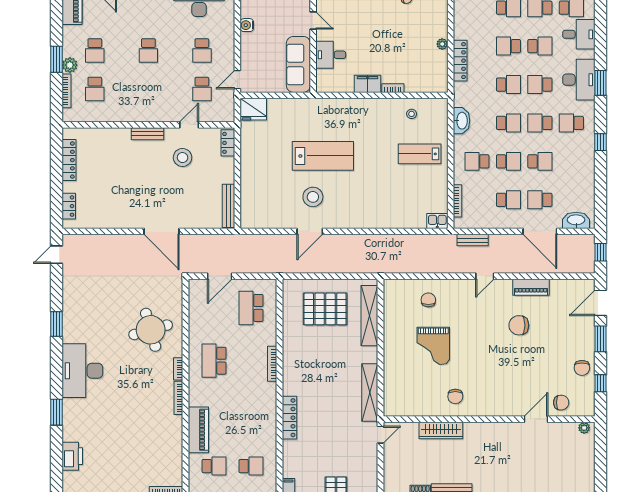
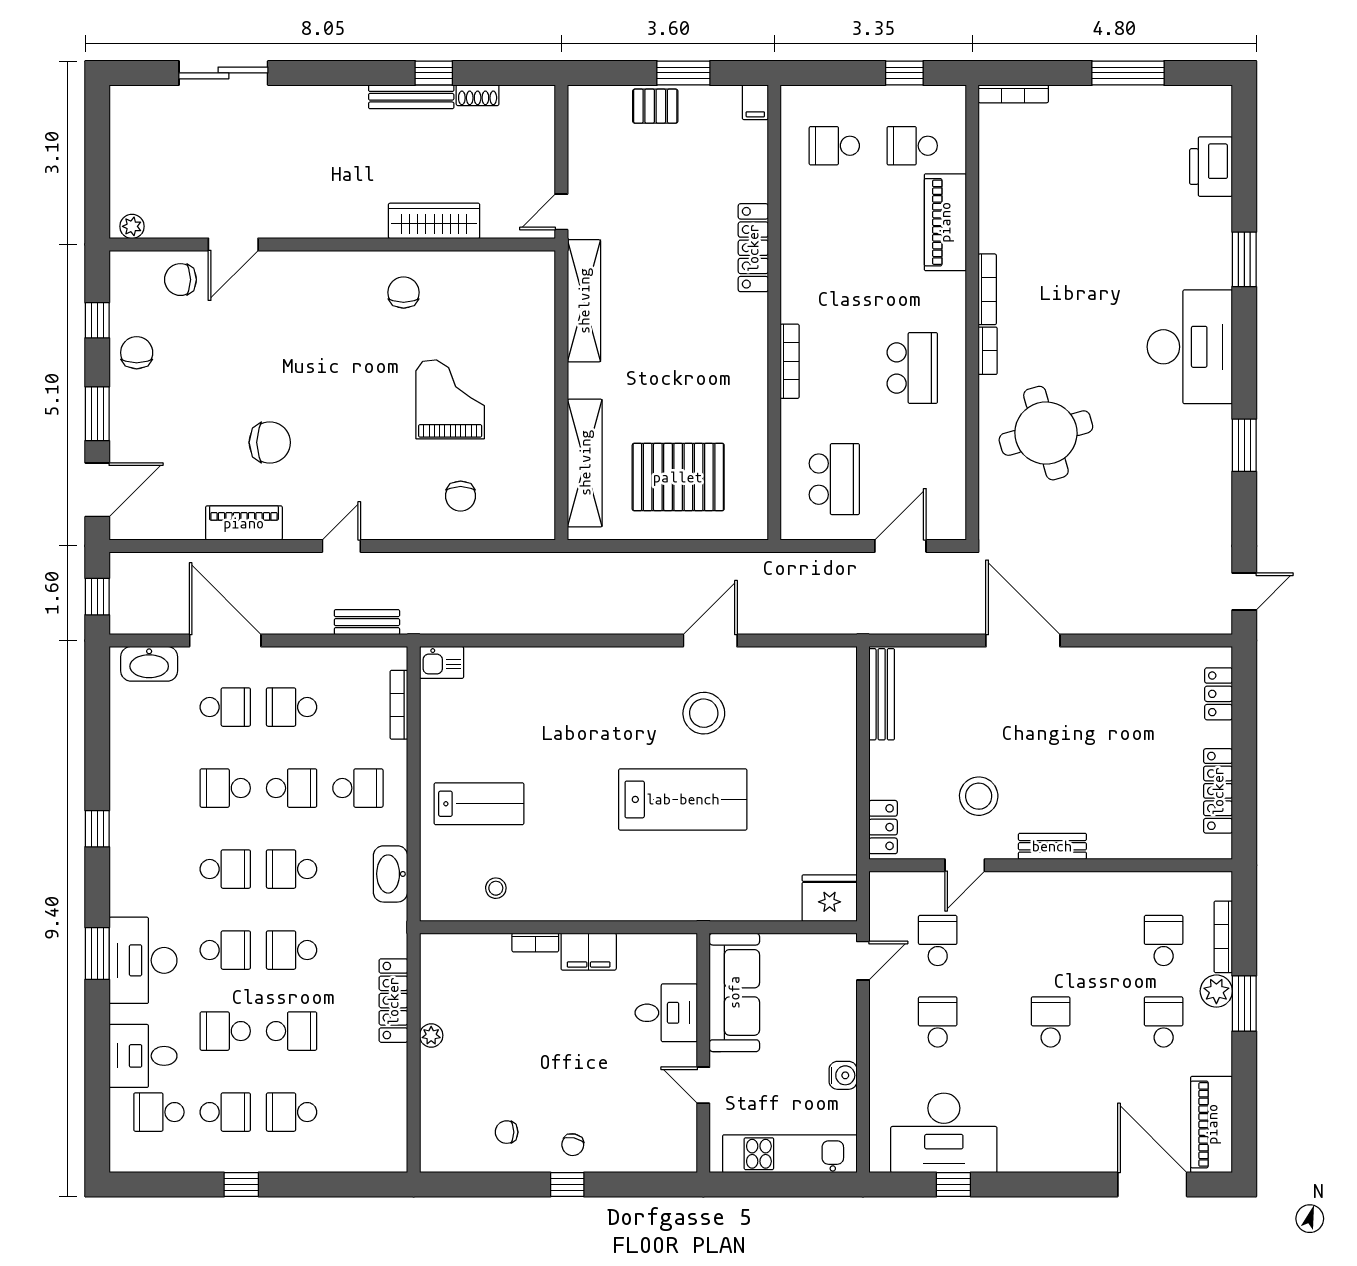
school desk: (571, 123) -> (159, 869), removed
lab bench: (323, 156) -> (683, 799), turned 180
school desk: (508, 161) -> (292, 788), turned 180

